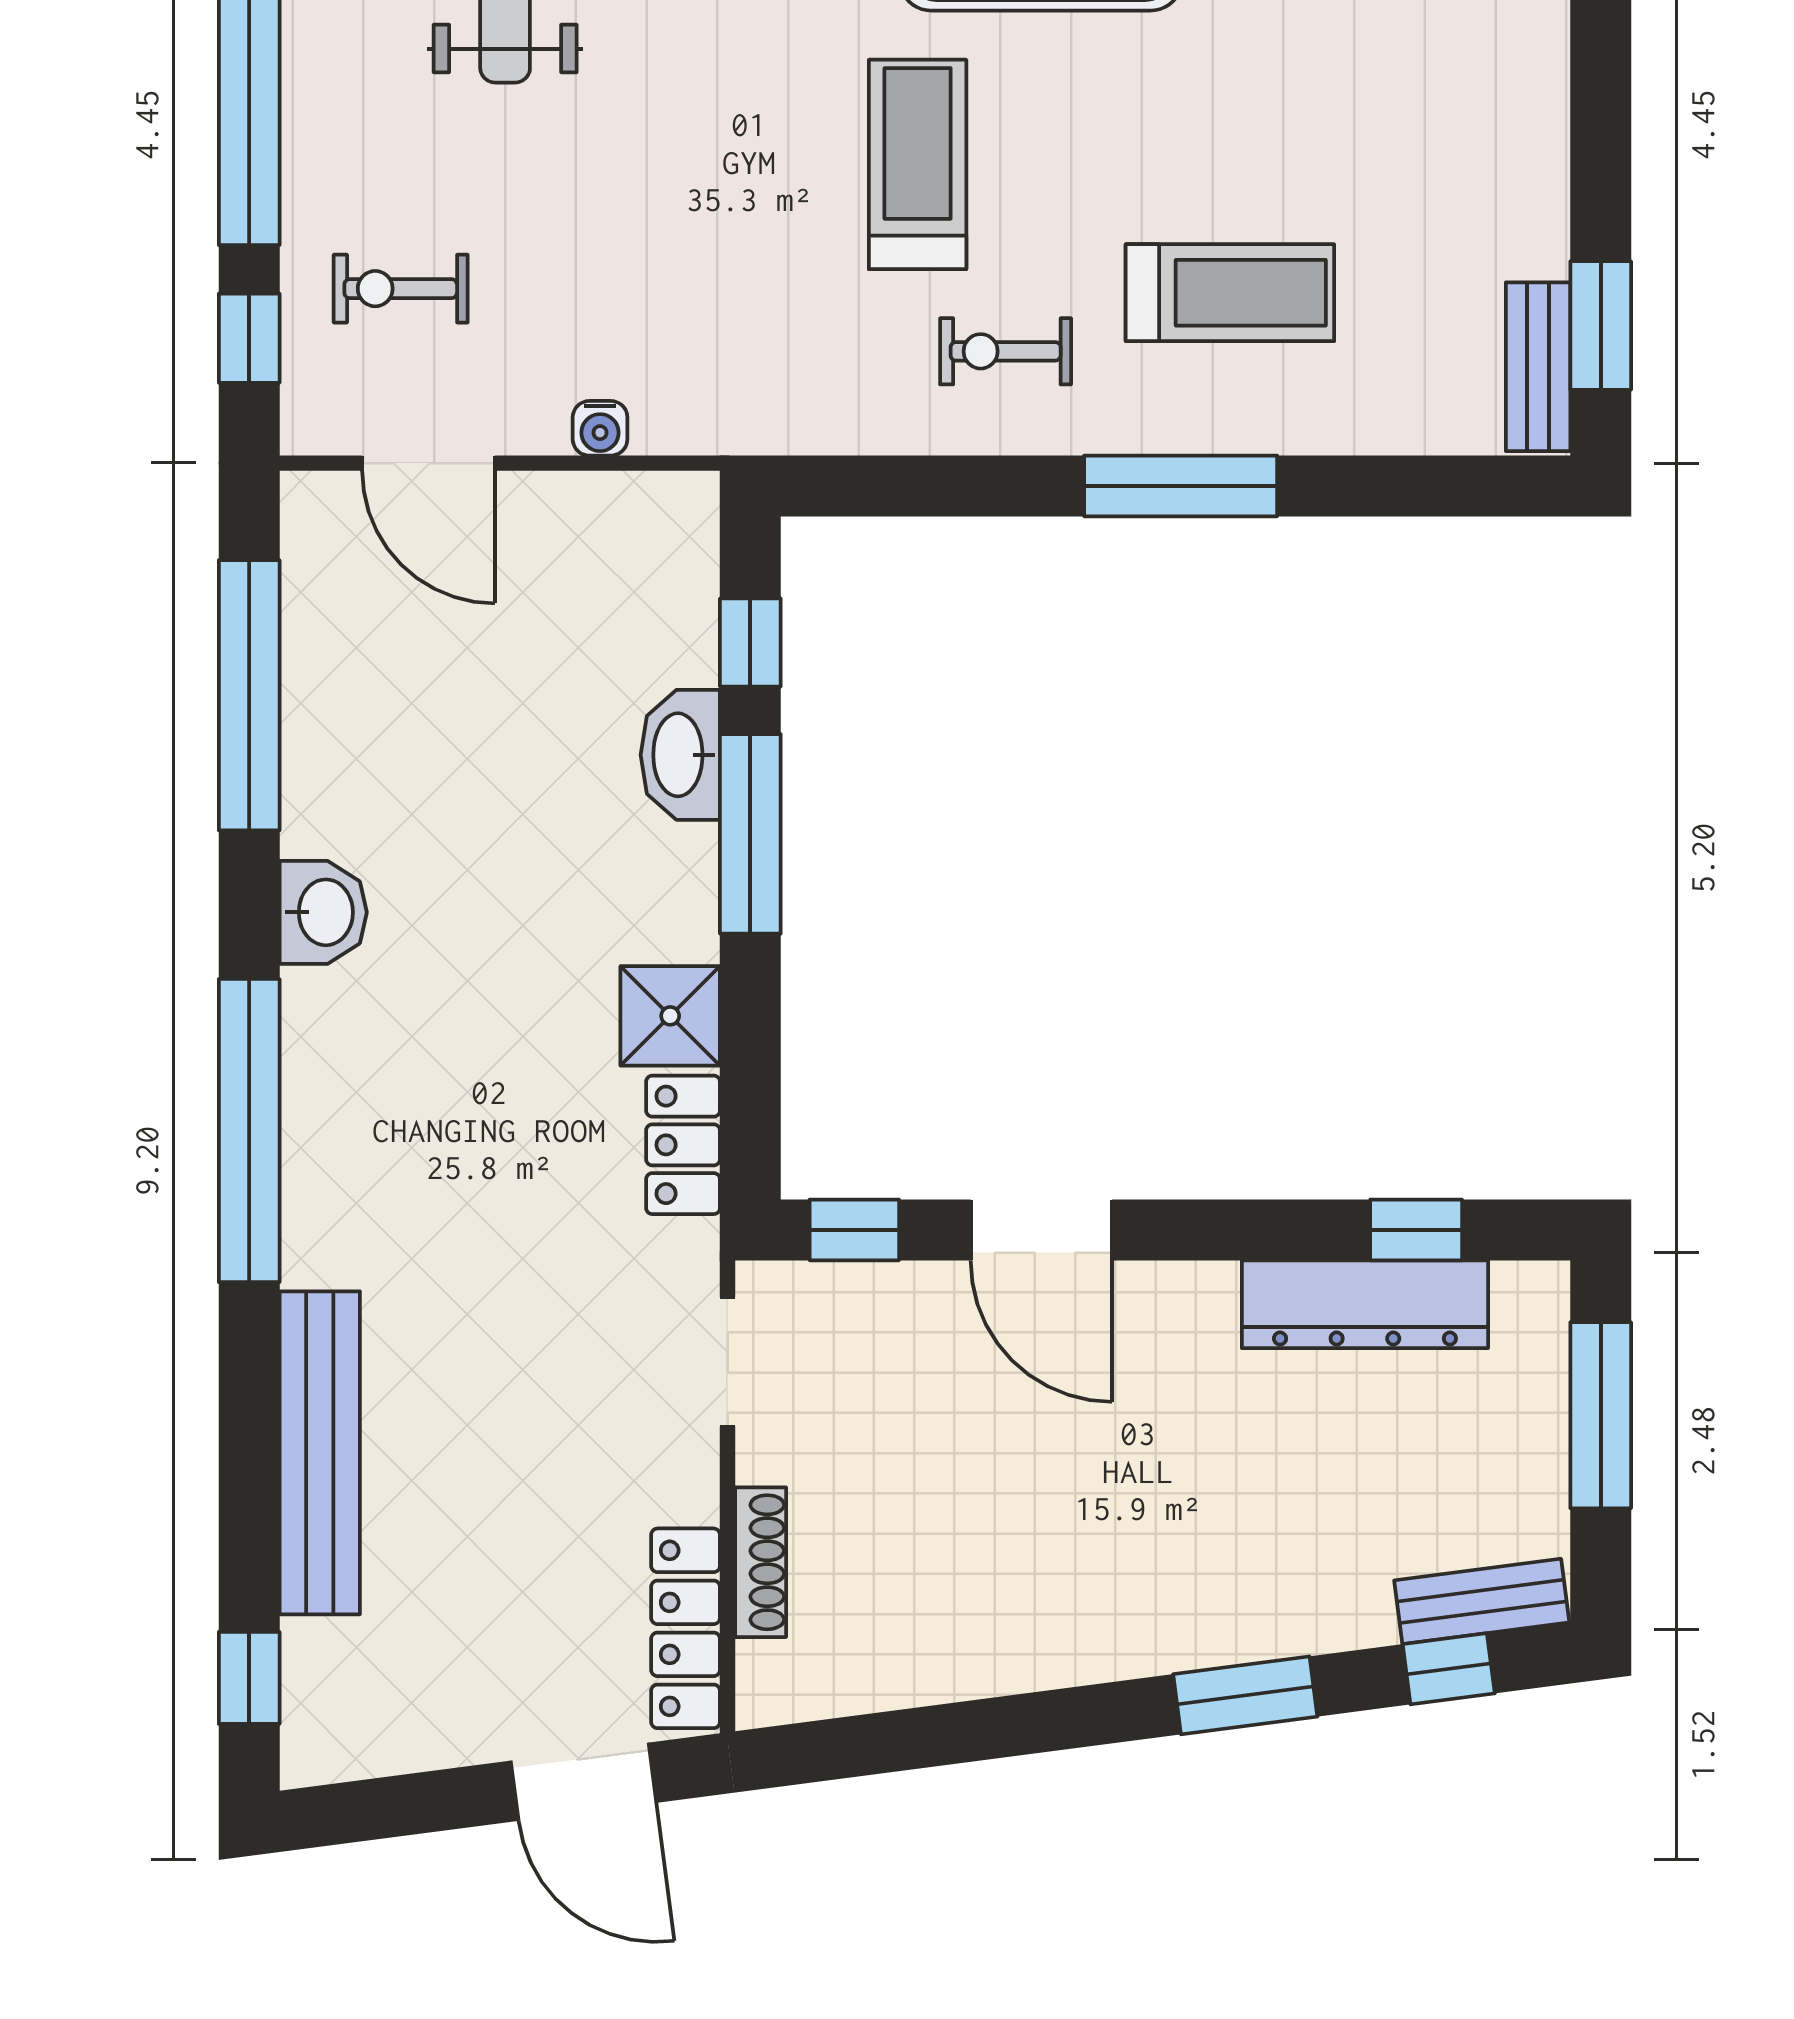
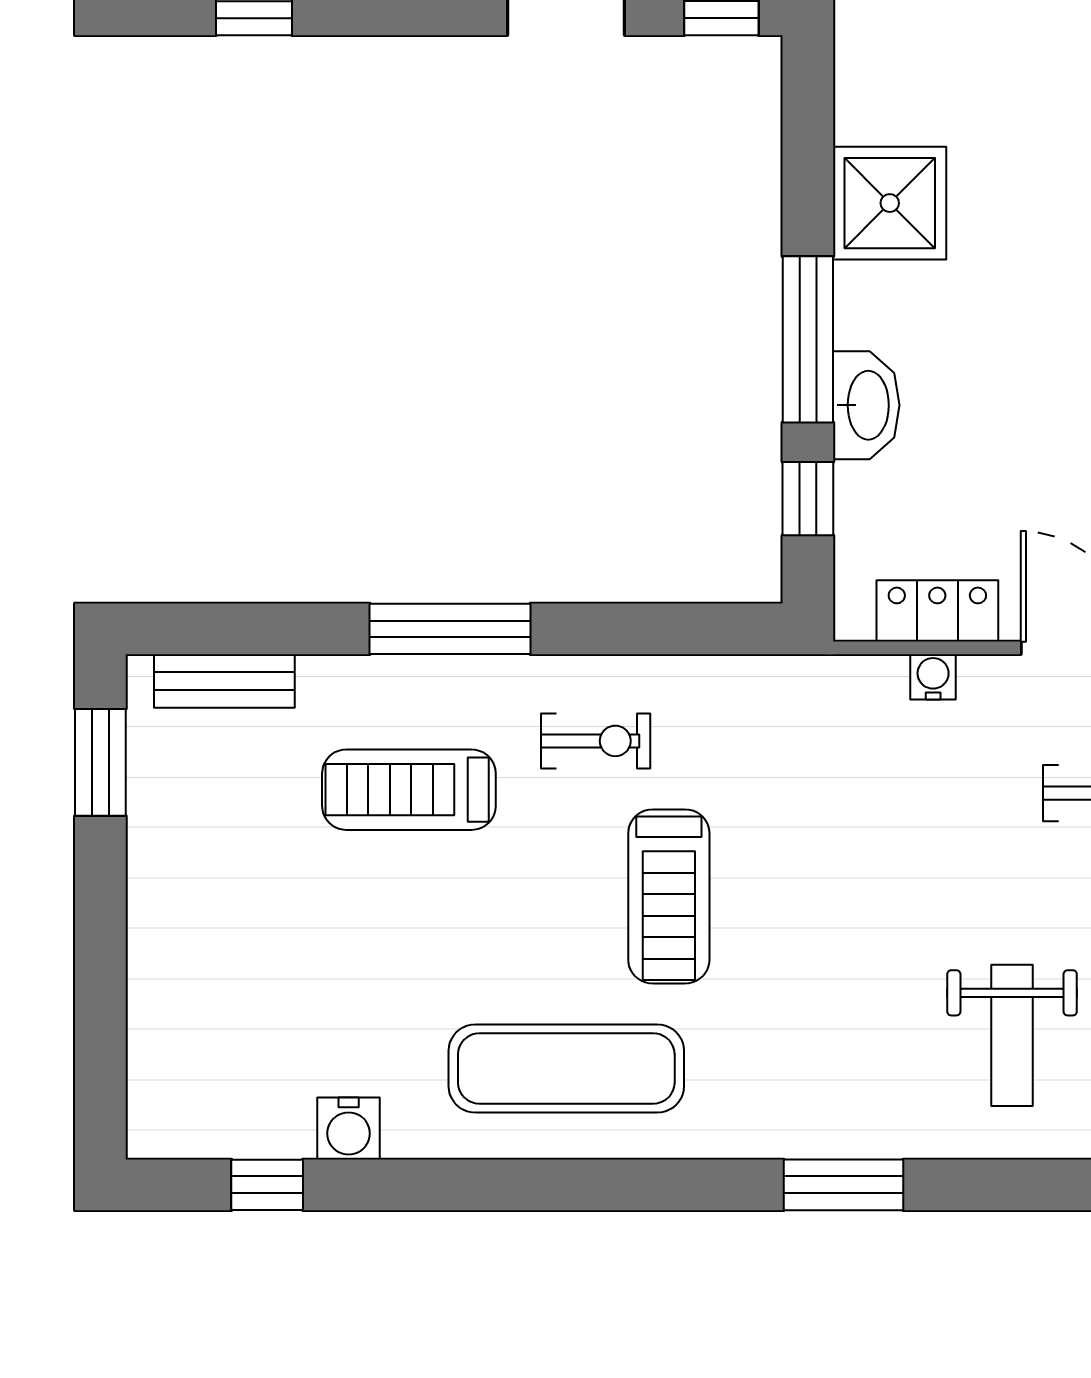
bench: (1538, 367) -> (224, 681), moved, turned 90
shower: (670, 1016) -> (890, 203), width x1.36, depth x1.36
locker: (683, 1145) -> (937, 611), moved, turned -90

